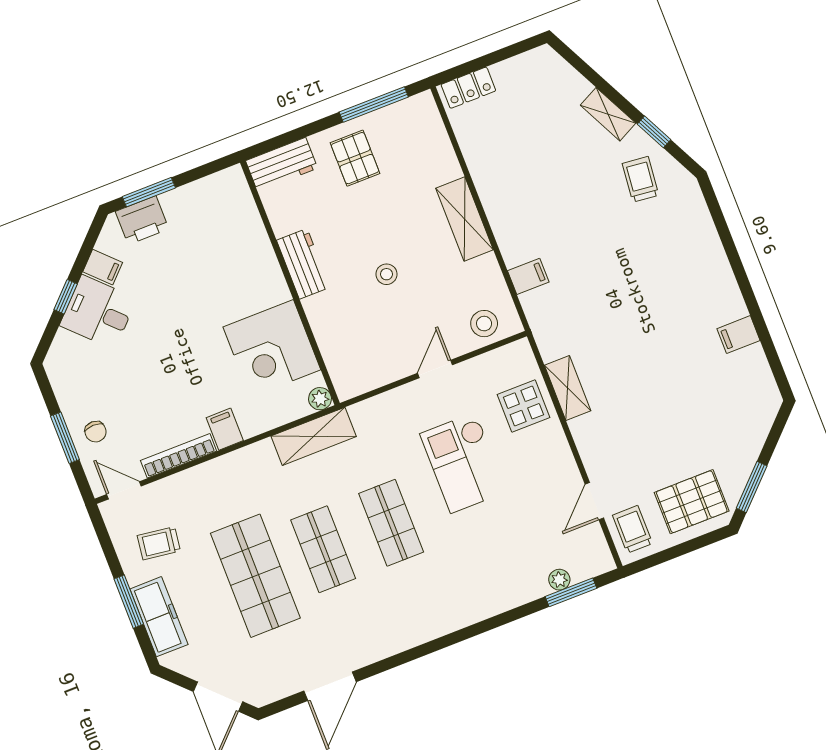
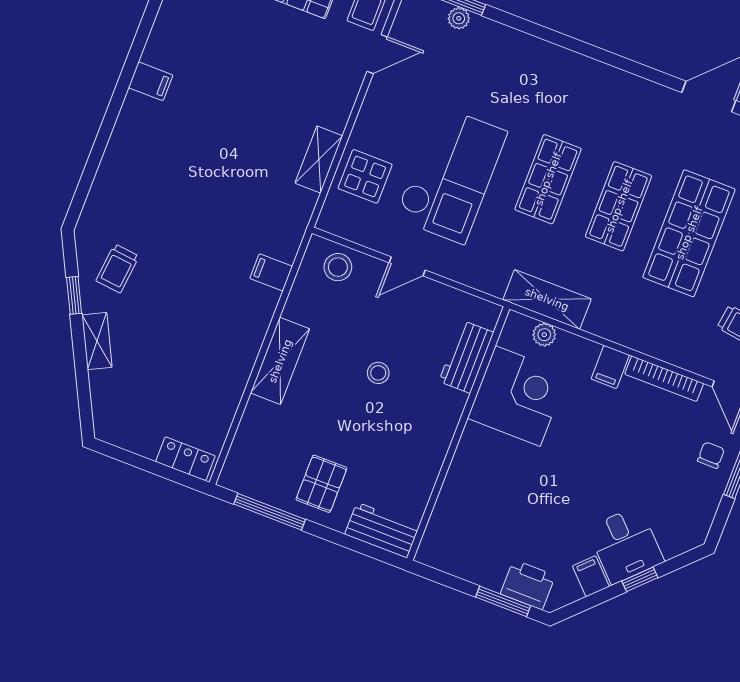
workbench: (303, 264) -> (466, 357), moved
plant: (320, 399) -> (544, 335), moved
checkout: (463, 463) -> (451, 175), width x1.36, depth x1.21

